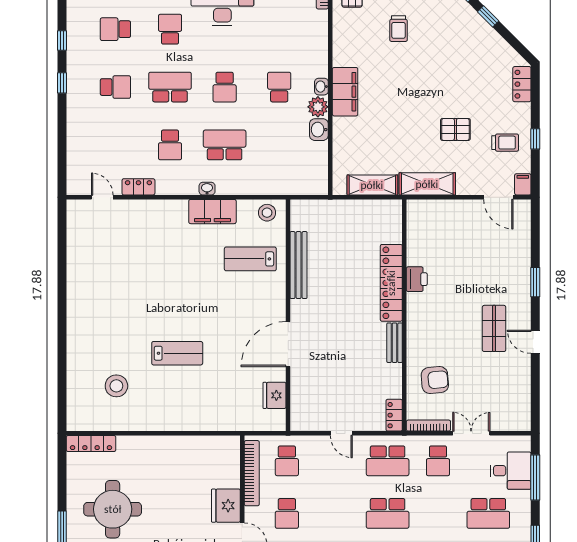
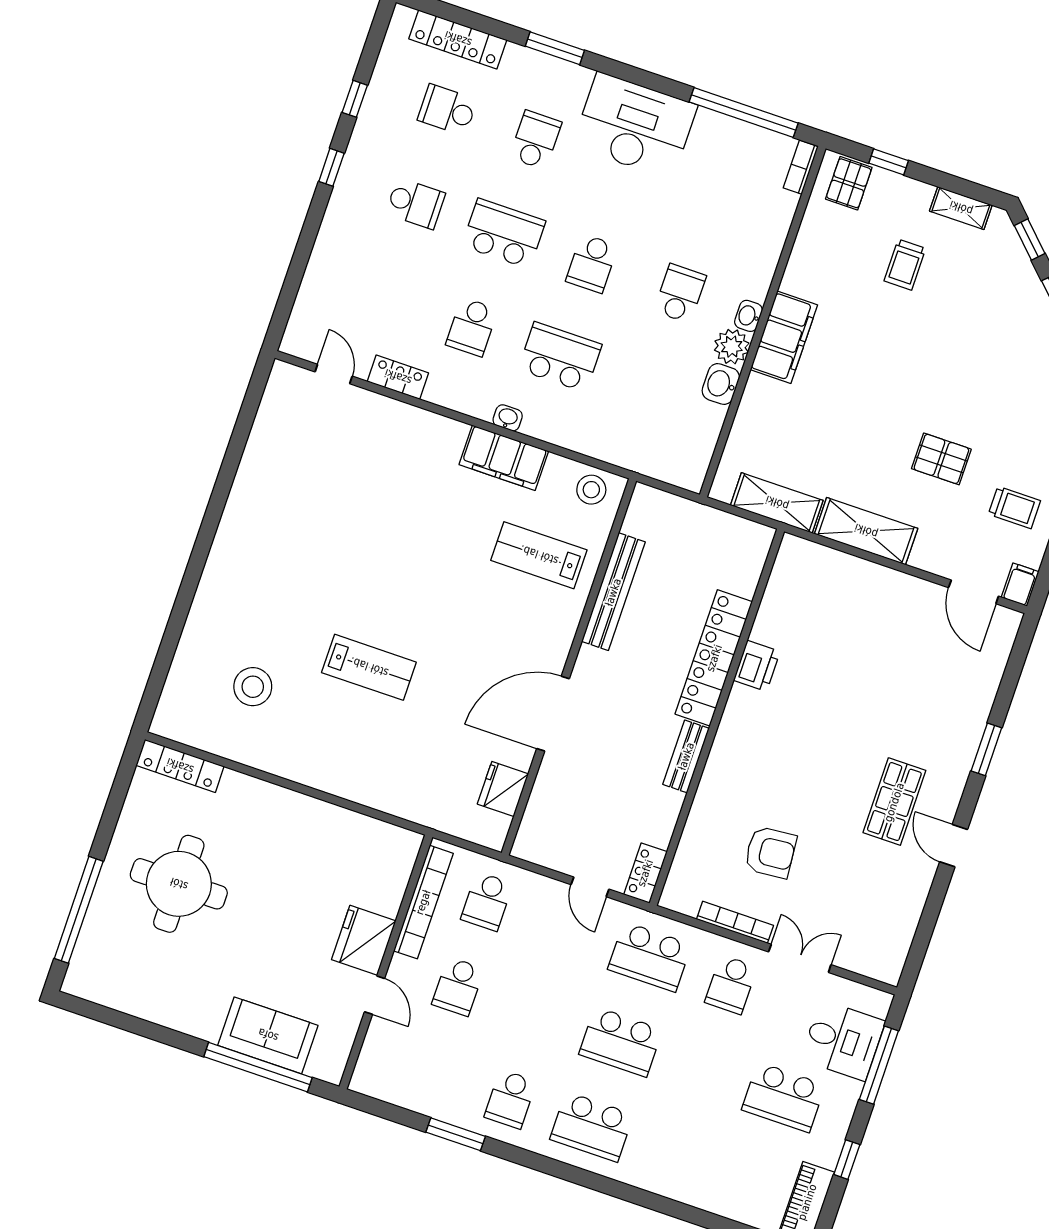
printer: (417, 279) -> (757, 666), moved
locker: (391, 283) -> (714, 658), moved
wall: (404, 315) -> (717, 717), moved
bench: (395, 343) -> (686, 756), moved
locker: (394, 415) -> (645, 873), moved

